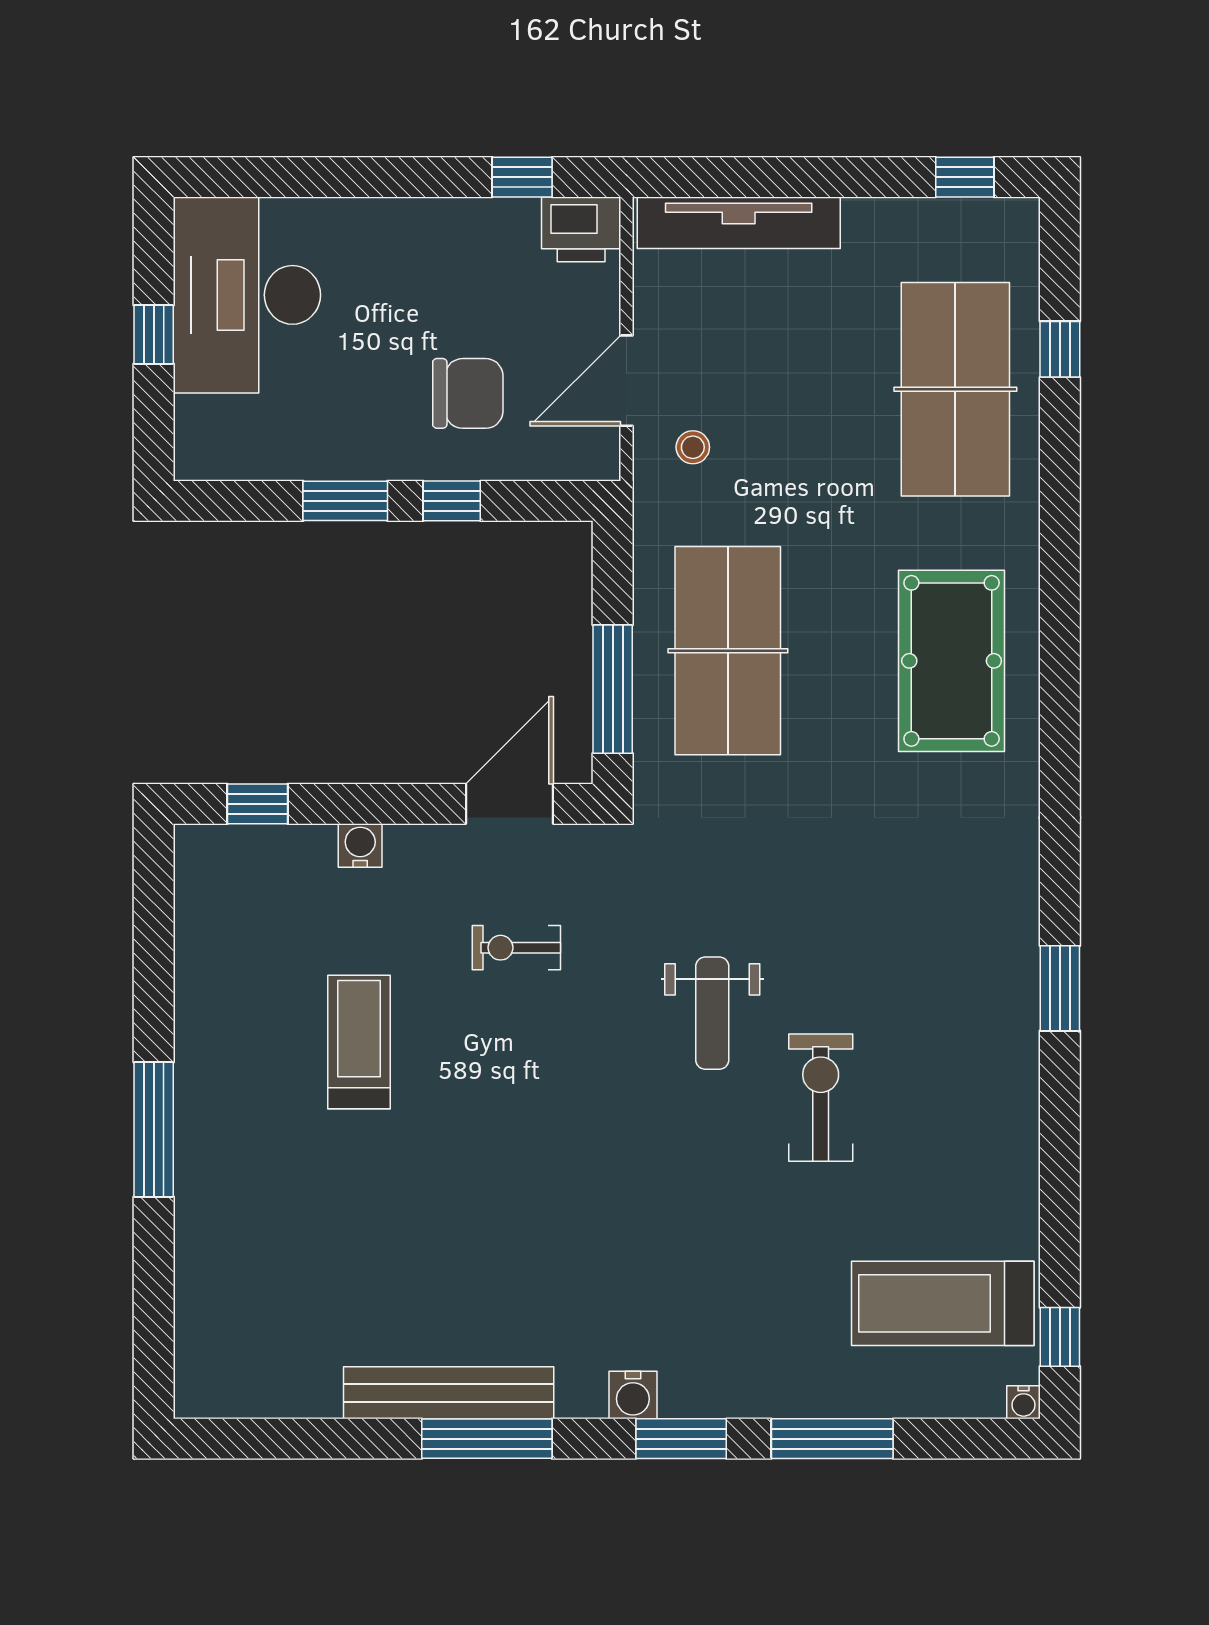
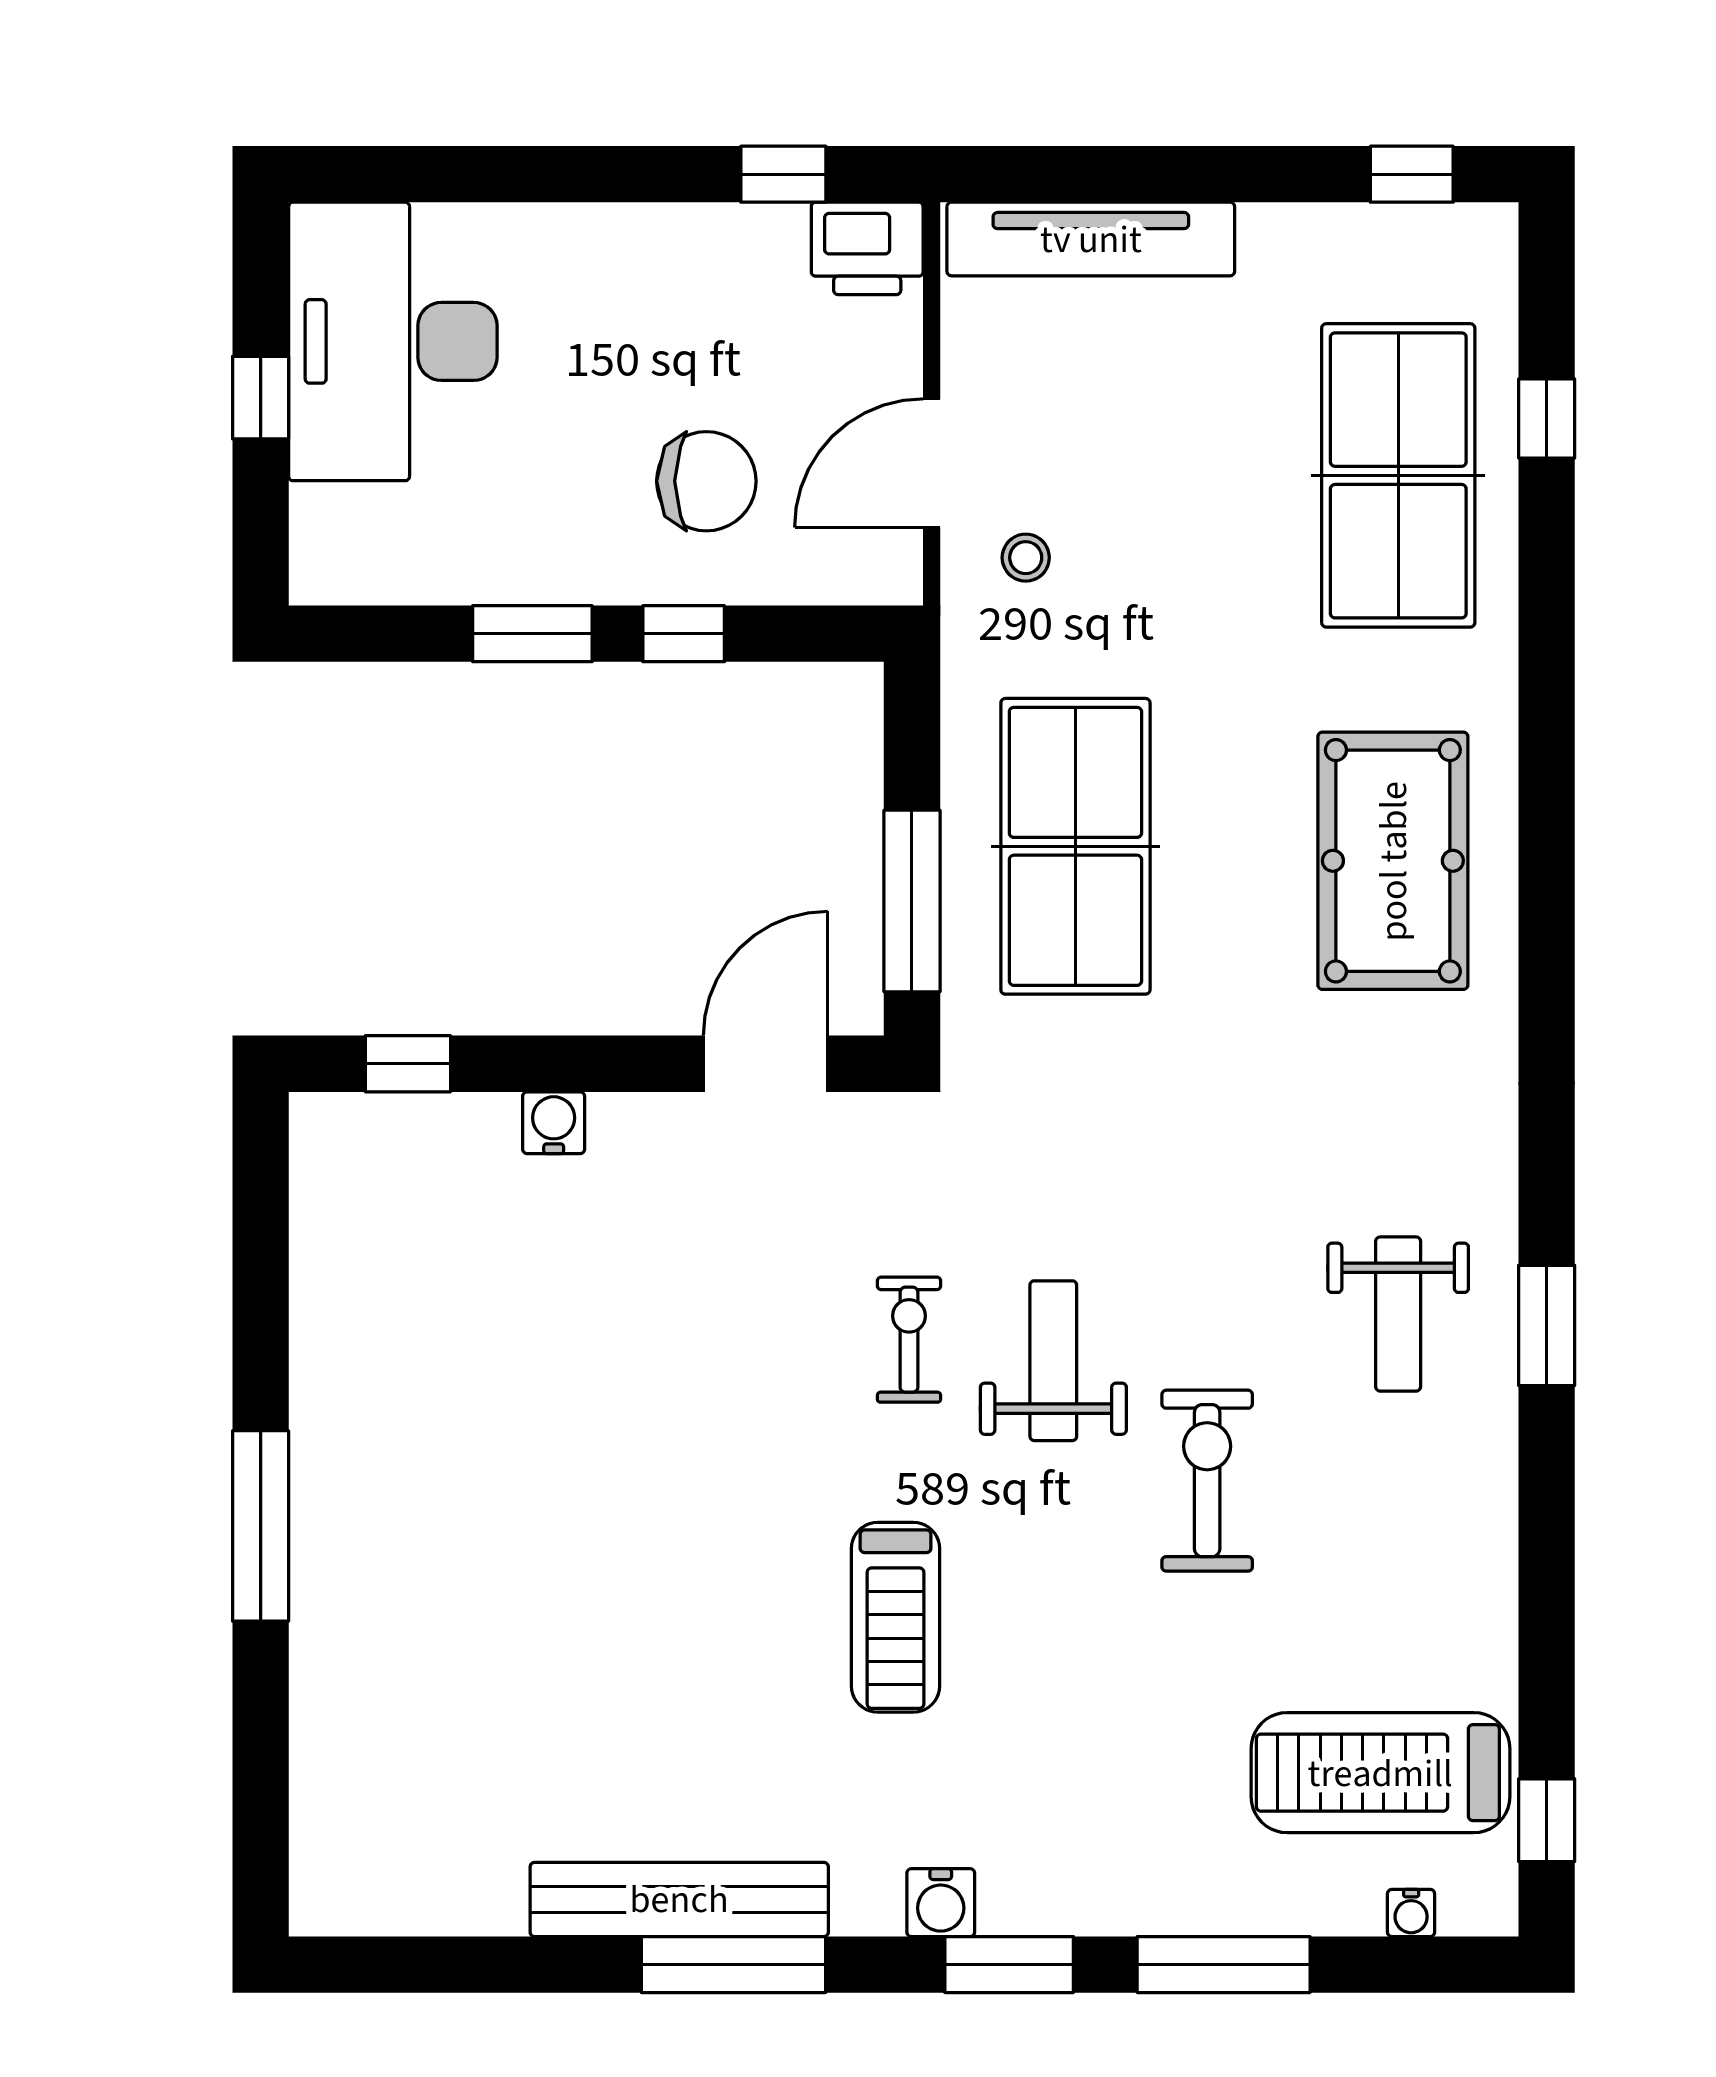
exercise bike: (516, 948) -> (909, 1340), moved, turned 90
weight bench: (955, 980) -> (1398, 1314), added
weight bench: (712, 1013) -> (1053, 1361), turned 180
treadmill: (359, 1042) -> (896, 1617), moved, turned 180
water cooler: (1023, 1402) -> (1411, 1913), moved

